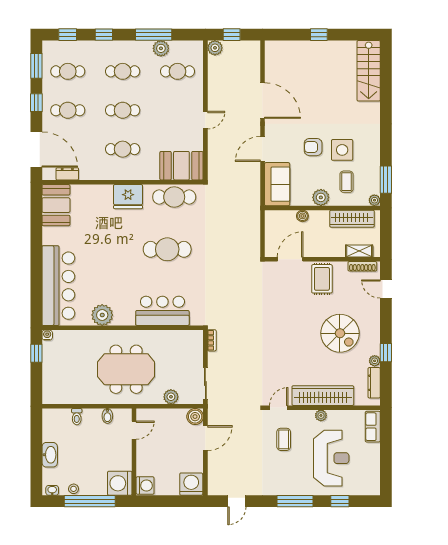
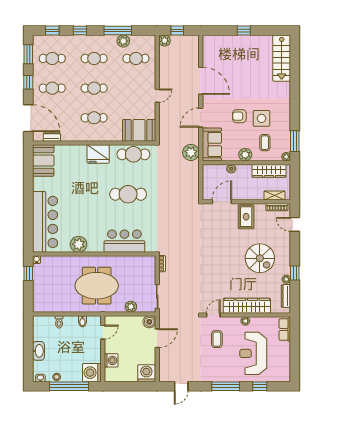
plant: (250, 195) -> (191, 152), added
reception desk: (331, 458) -> (253, 353), turned 180
washing machine: (145, 486) -> (111, 360), moved

